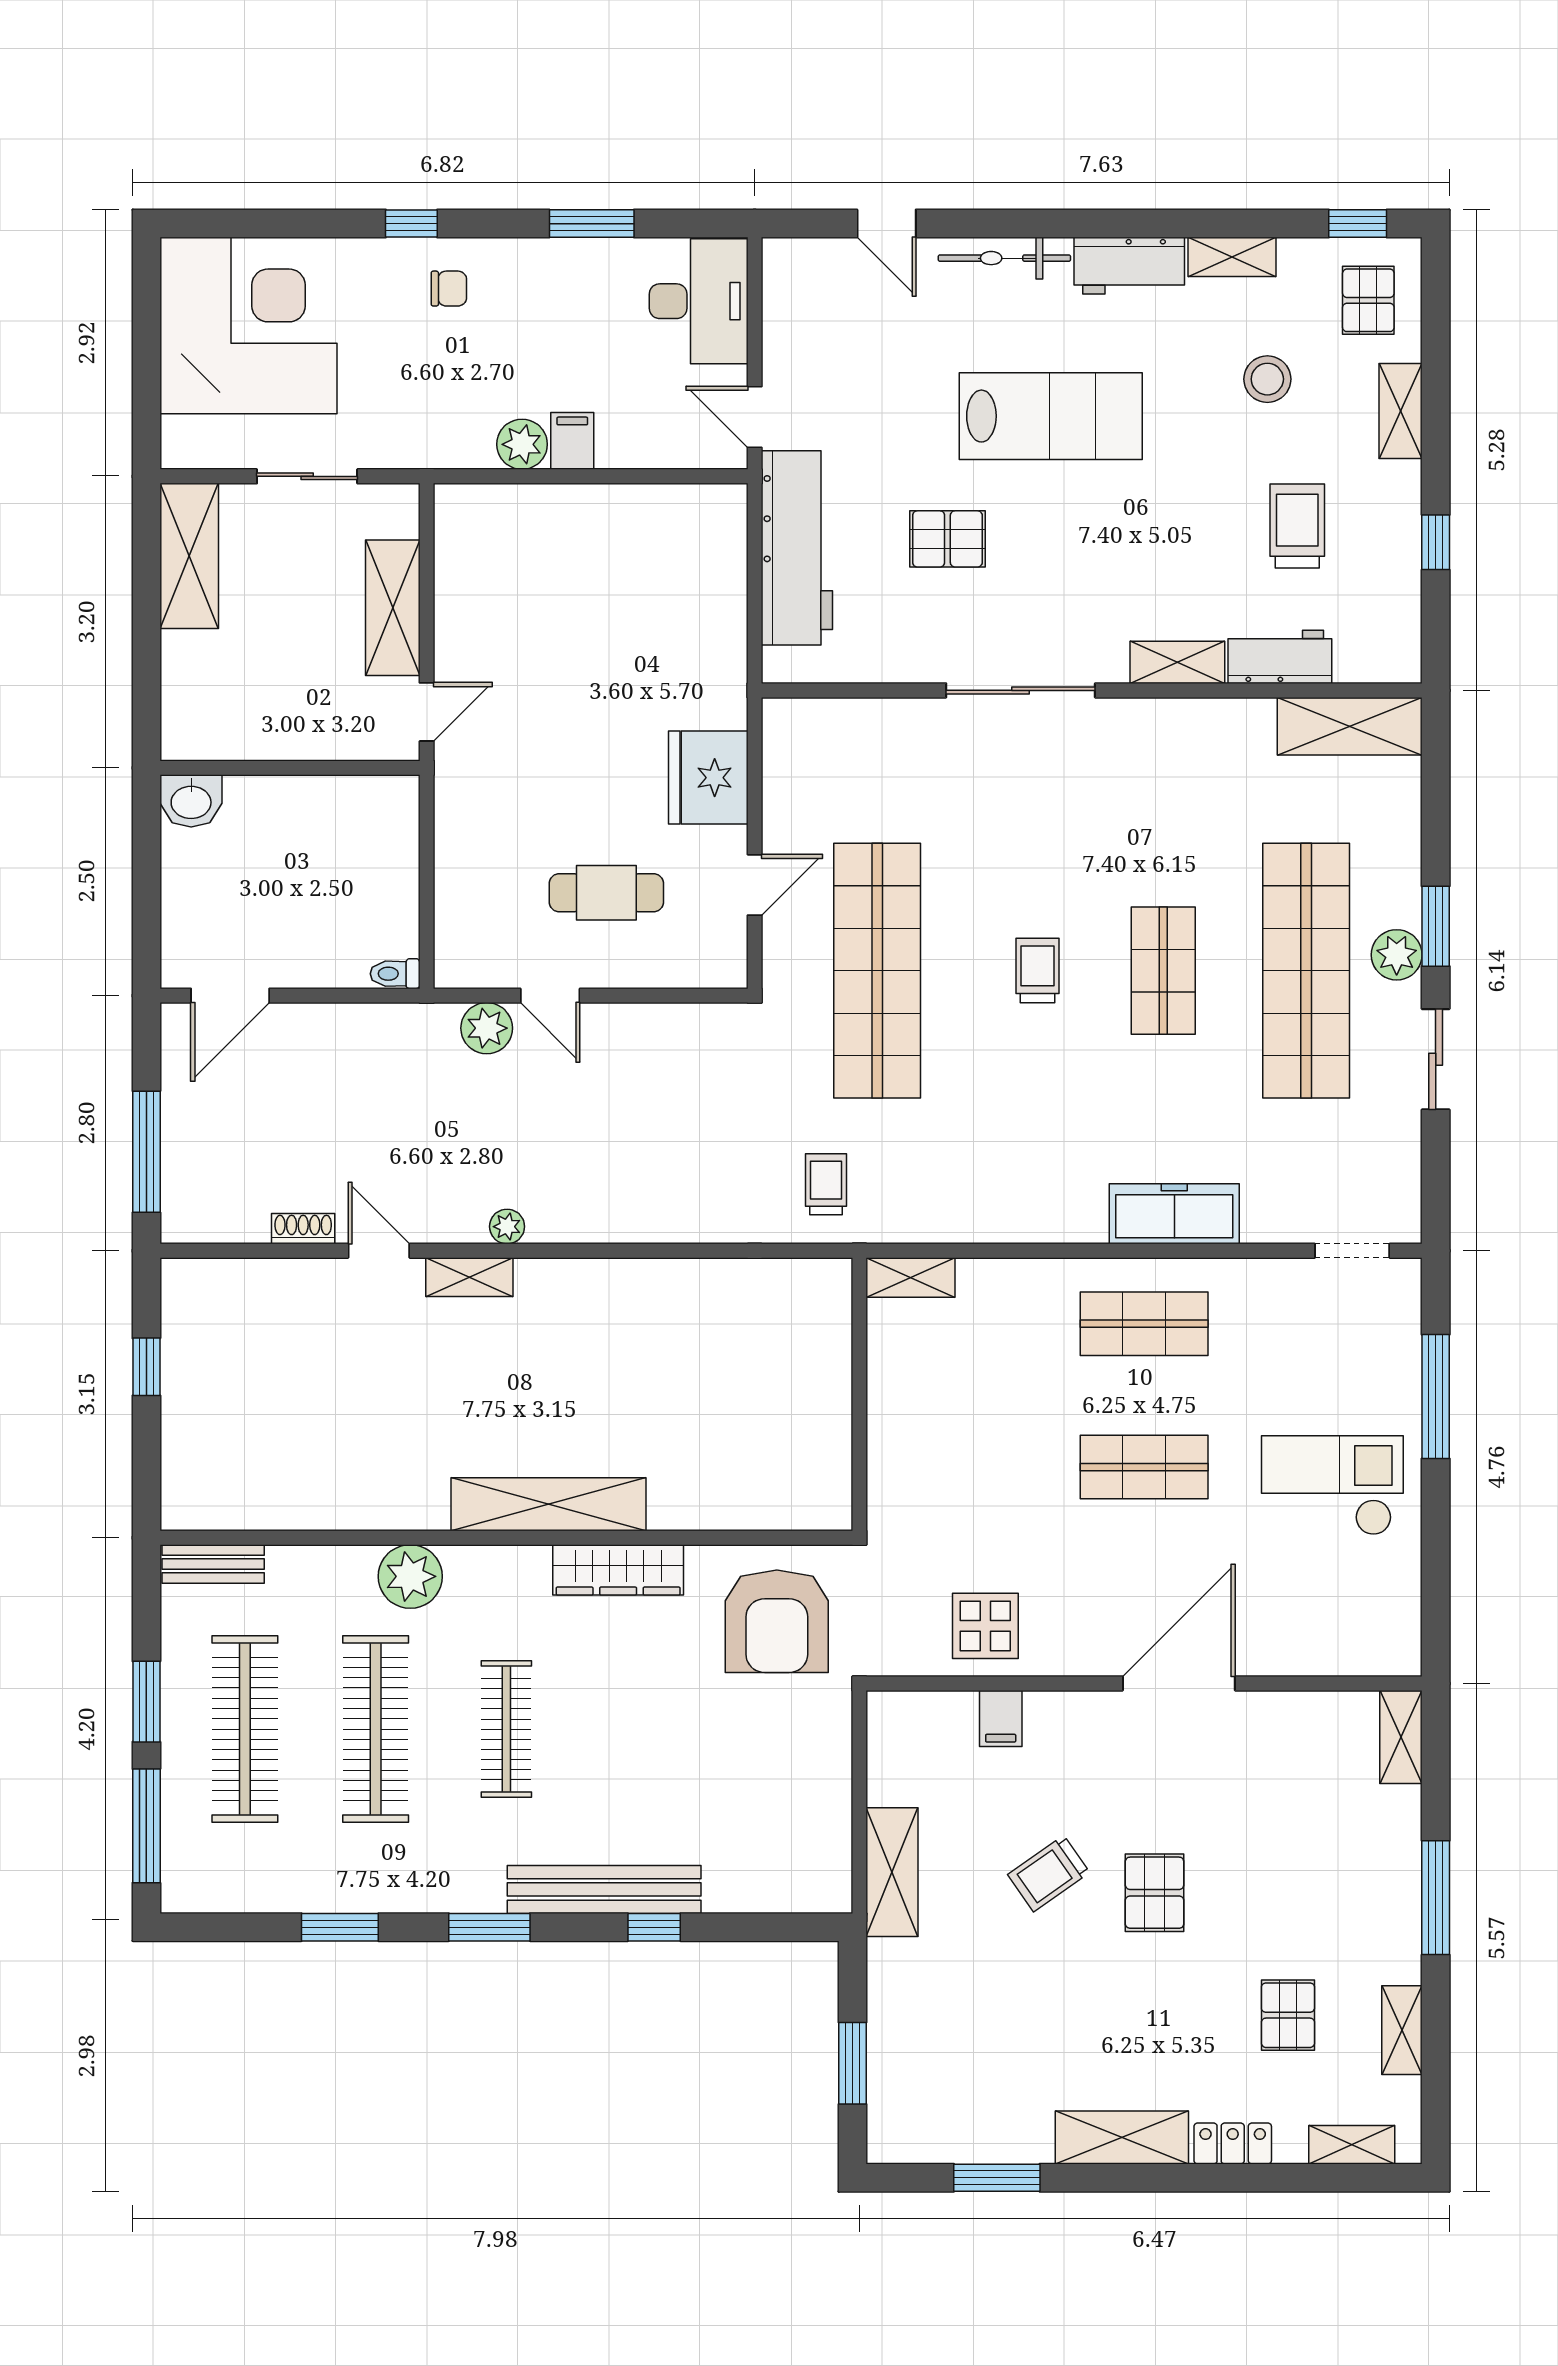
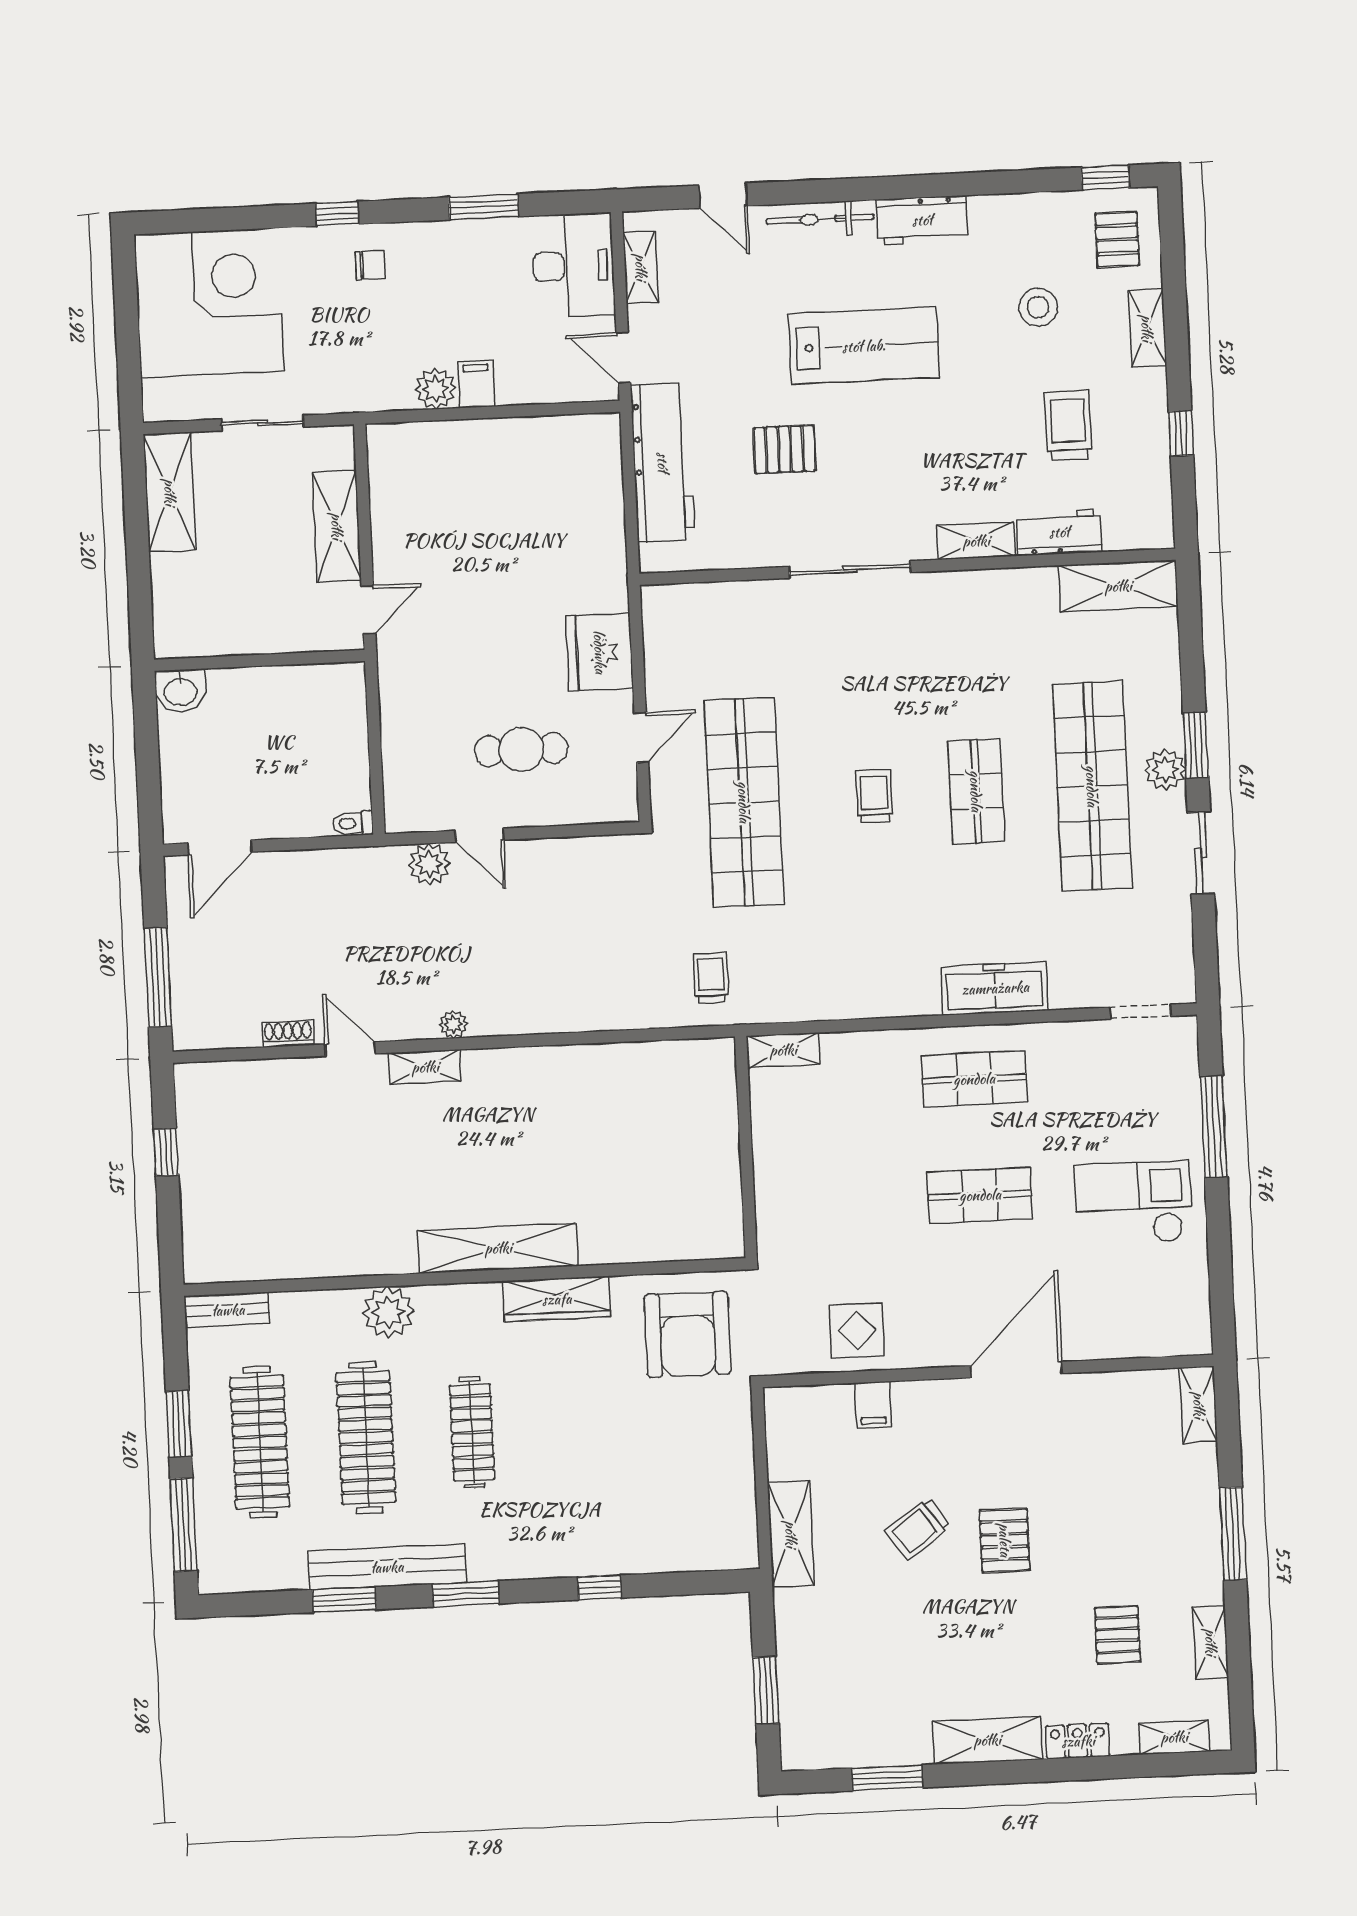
shelving: (1232, 257) -> (641, 267), moved, turned 90
bench: (604, 1889) -> (387, 1567), moved

